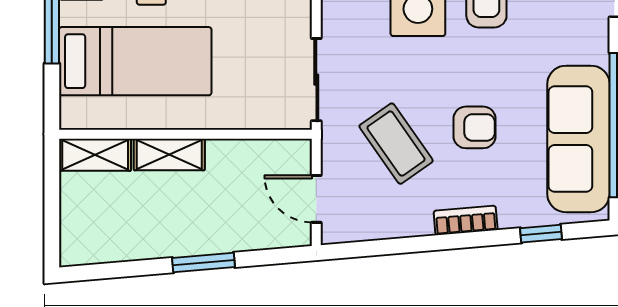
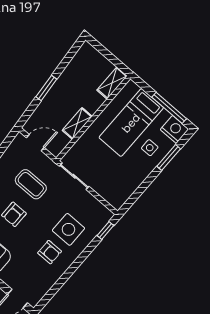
coffee table: (396, 144) -> (31, 184), turned 35
shelving: (169, 154) -> (77, 123), moved

